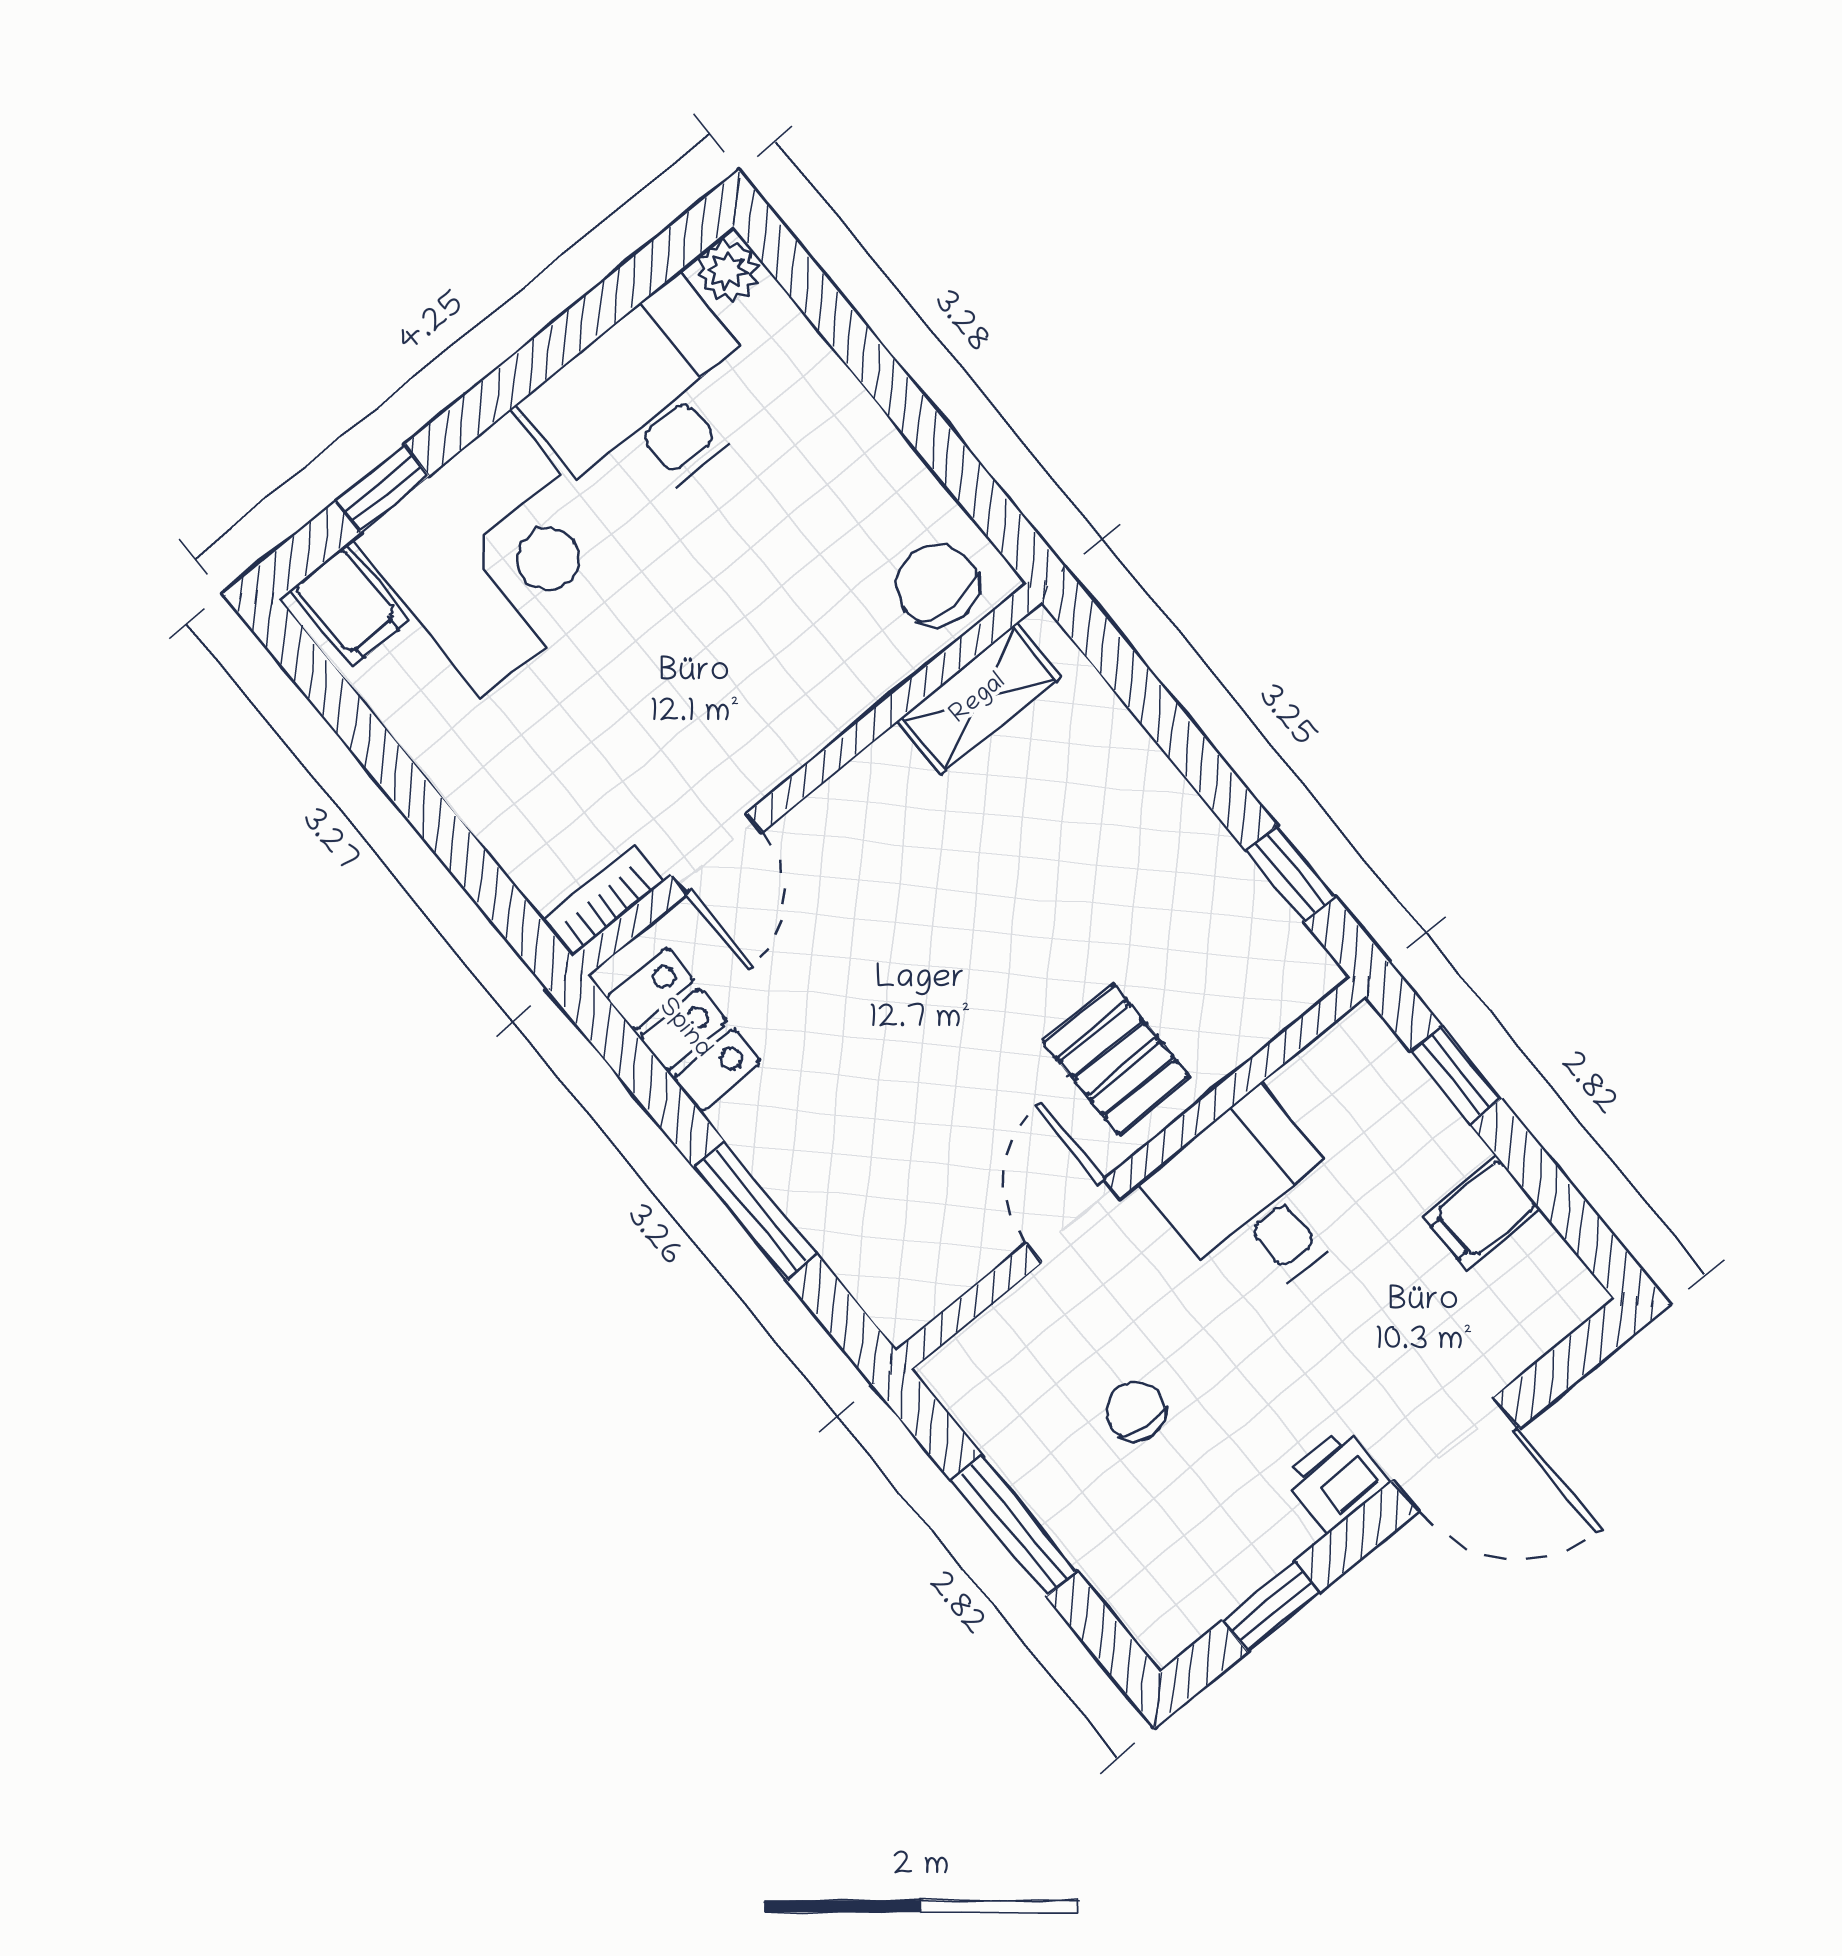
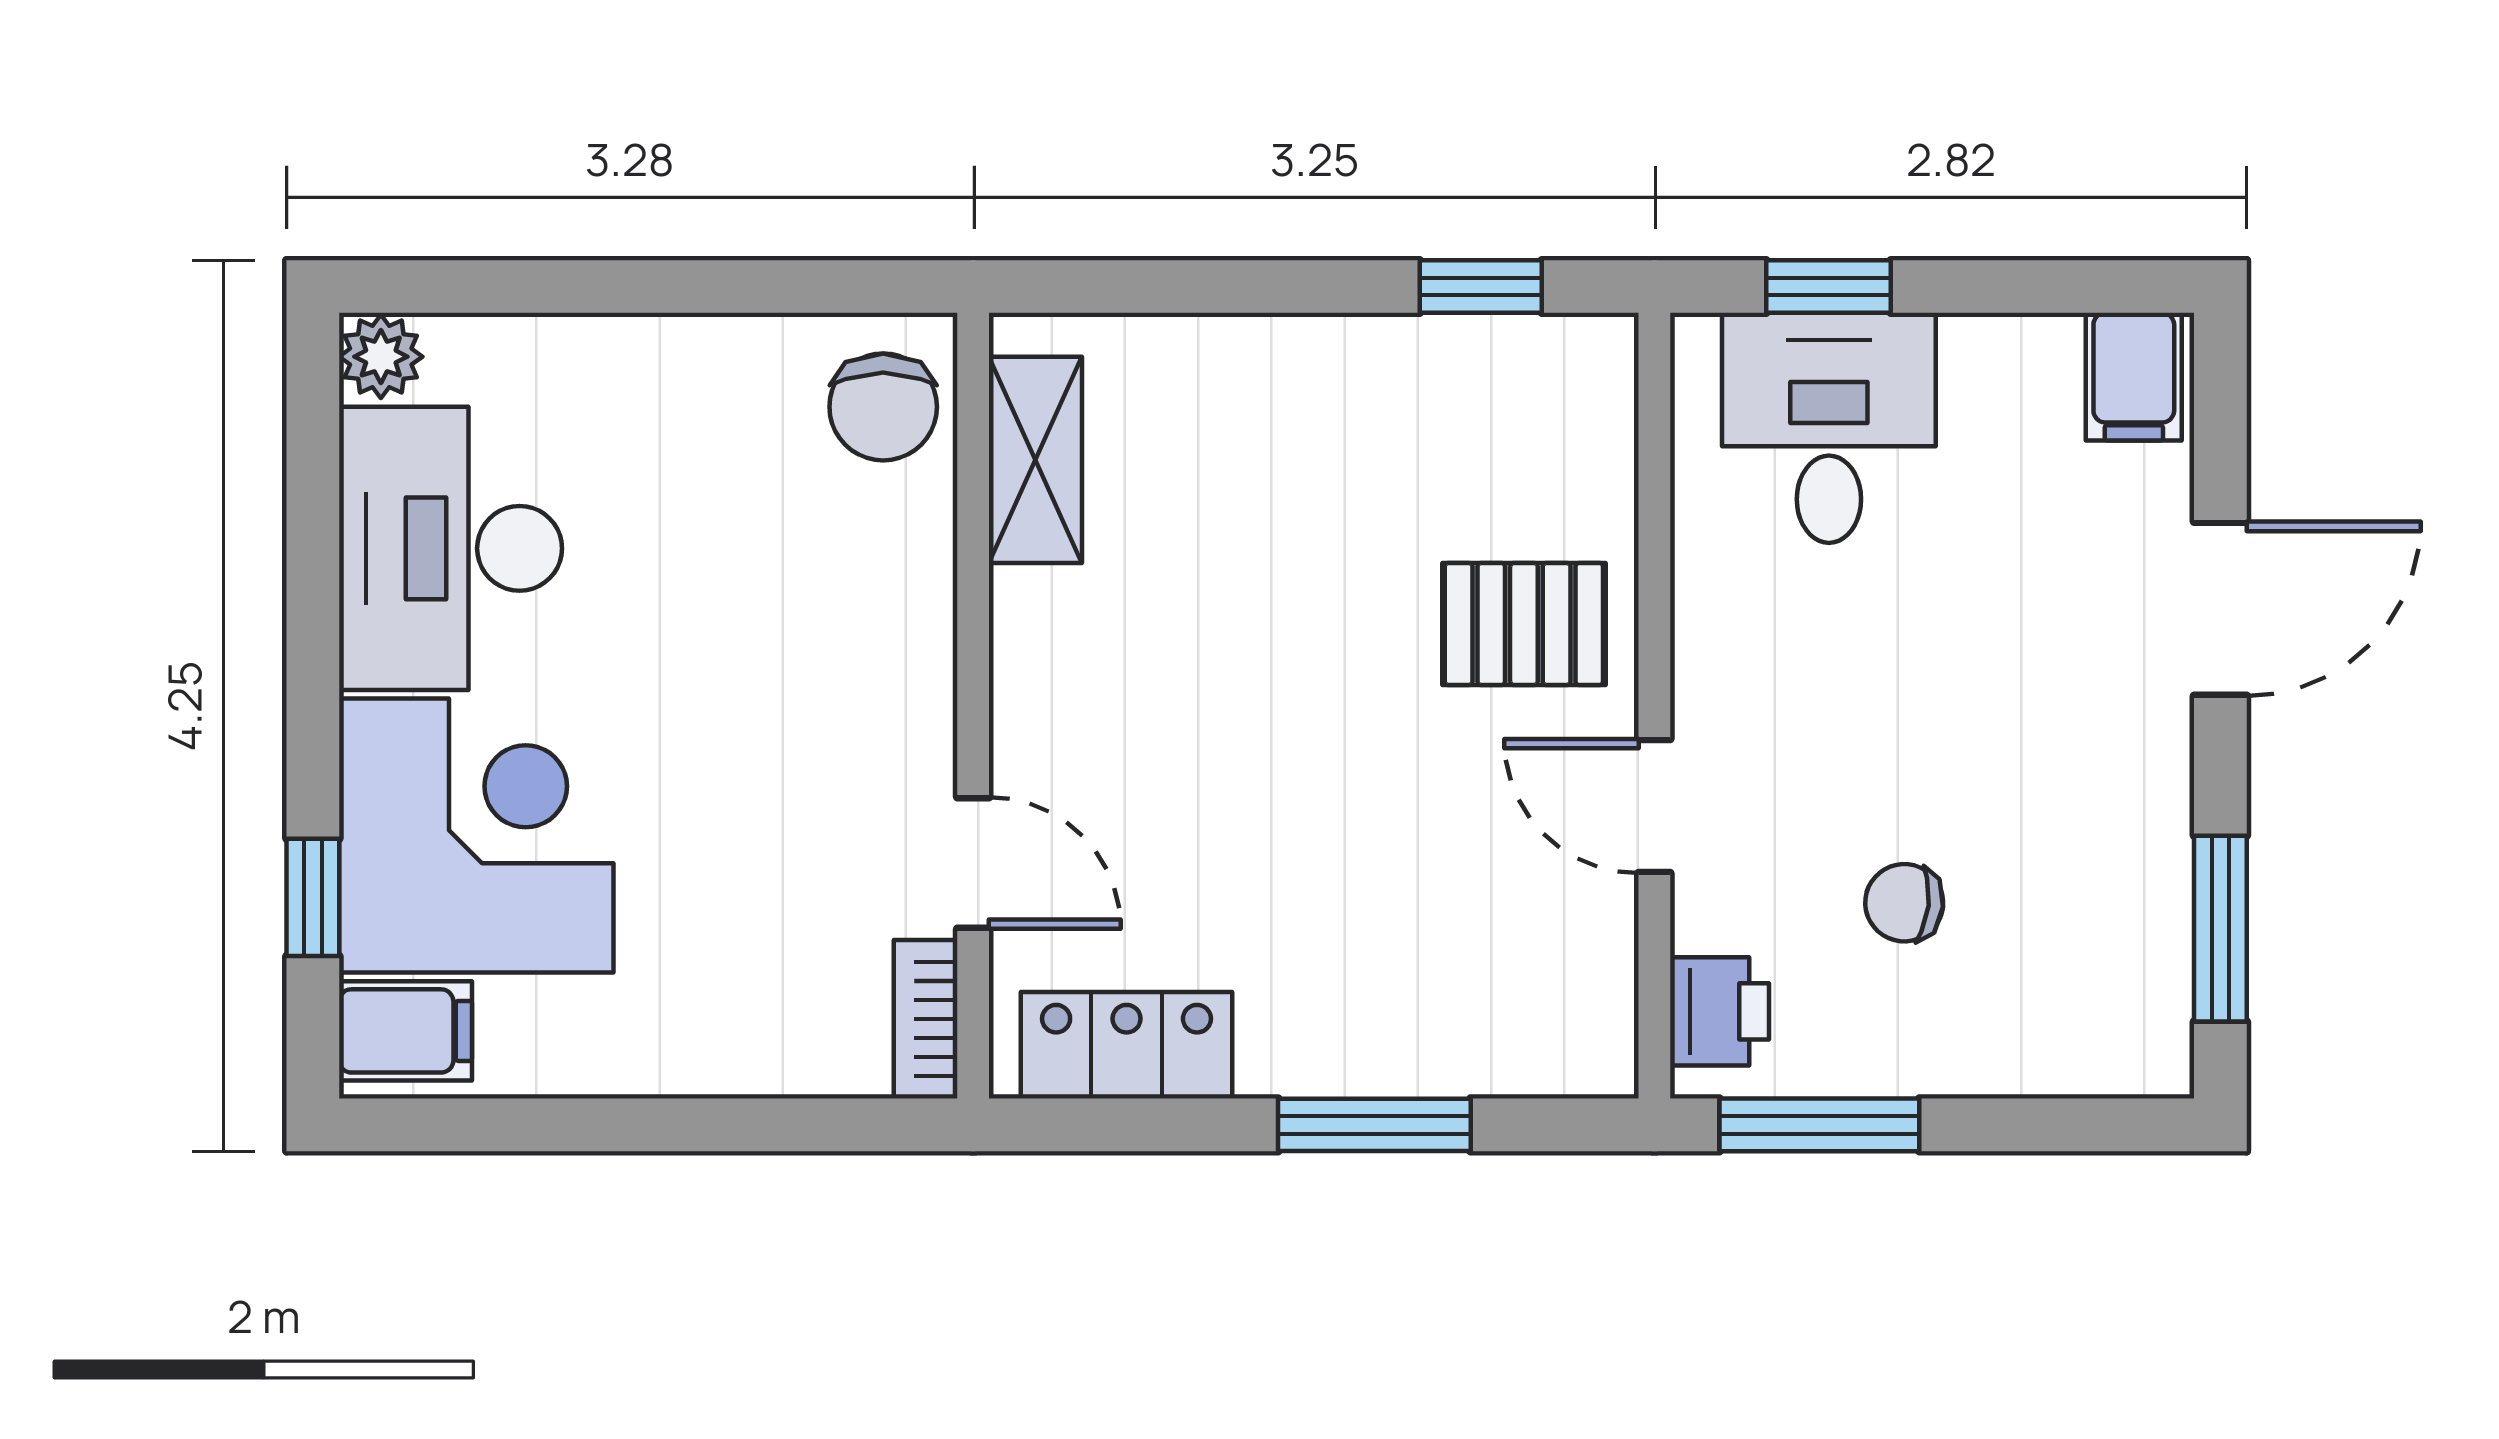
chair: (937, 585) -> (883, 407), turned -90
desk: (1253, 1200) -> (1829, 428), moved, turned 90
filing cabinet: (1482, 1212) -> (2134, 377), moved
printer: (1336, 1480) -> (1720, 1011), moved, turned 180
window: (1014, 1526) -> (1819, 1125), moved
window: (1271, 1607) -> (2220, 929), width x1.50

